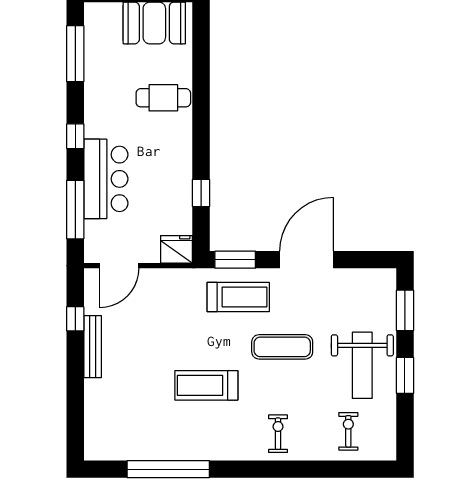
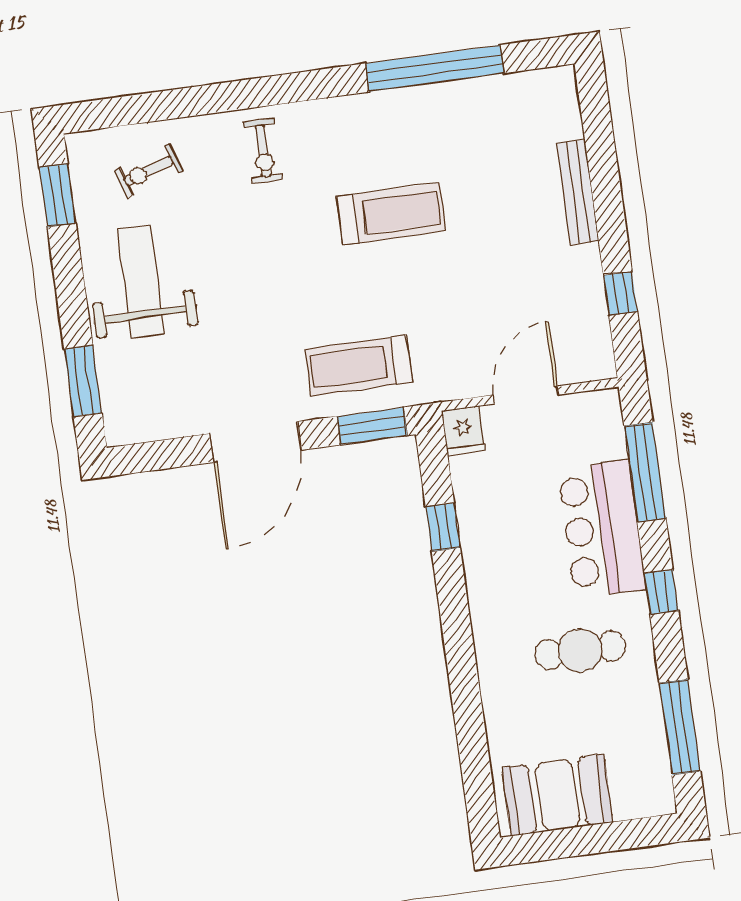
cafe table: (163, 98) -> (580, 650), moved
fridge: (177, 249) -> (463, 431), width x0.72
door: (119, 266) -> (526, 395), moved
bench: (93, 347) -> (578, 192), moved
exercise mat: (282, 347) -> (276, 294), removed
window: (405, 375) -> (58, 195), moved
exercise bike: (348, 431) -> (149, 171), turned 72

